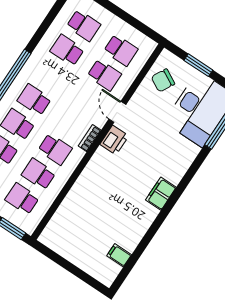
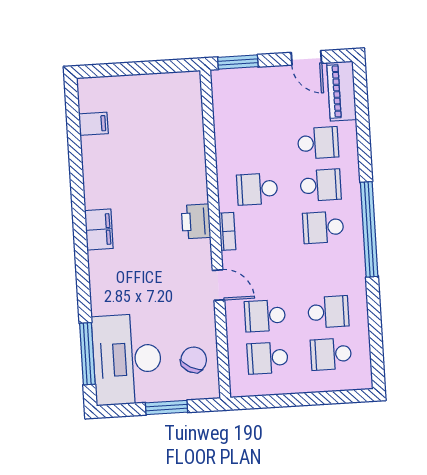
school desk: (34, 100) -> (323, 227), turned 180
printer: (114, 140) -> (196, 221), moved
school desk: (38, 174) -> (255, 147), removed
school desk: (22, 199) -> (252, 105), removed

